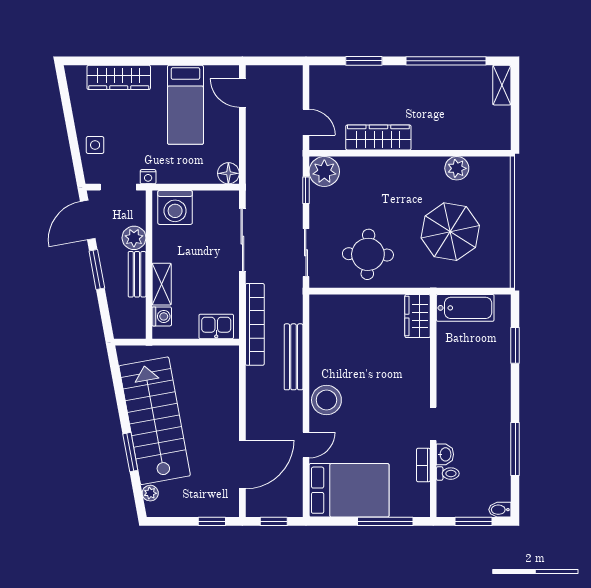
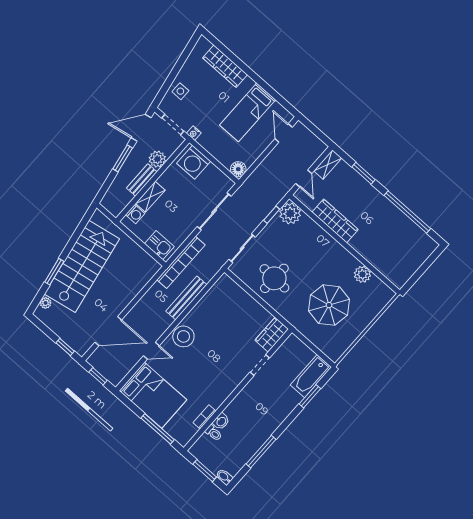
shelving: (502, 85) -> (328, 165), moved
bathtub: (465, 308) -> (311, 376), moved, turned 90
doorway: (433, 424) -> (260, 365), moved

